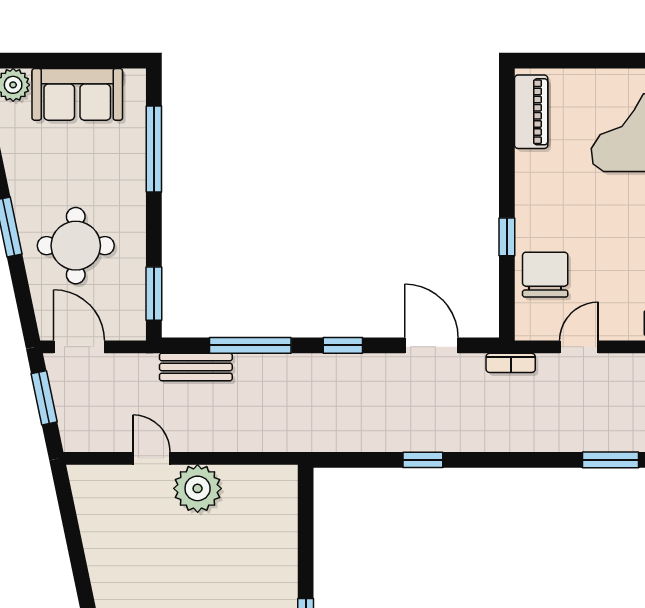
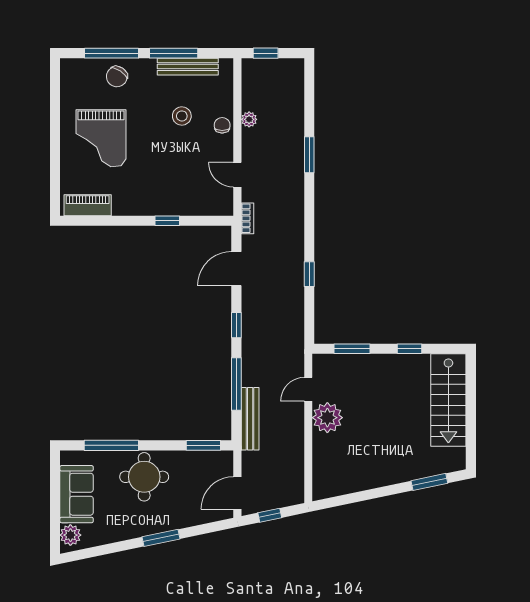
round table: (76, 246) -> (144, 477), moved
chair: (545, 275) -> (191, 196), removed
bench: (196, 367) -> (250, 419), width x1.36
window: (44, 398) -> (270, 515), width x0.67
door: (152, 458) -> (308, 389), moved
window: (306, 527) -> (352, 349), added

